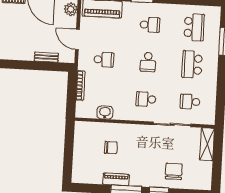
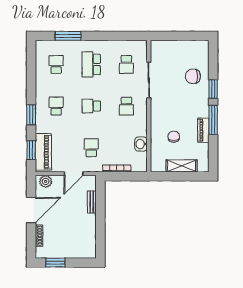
school desk: (194, 27) -> (56, 64), width x0.54
school desk: (148, 62) -> (91, 106), turned 180
school desk: (192, 64) -> (91, 64), turned 90
shelving: (207, 144) -> (182, 166), moved

